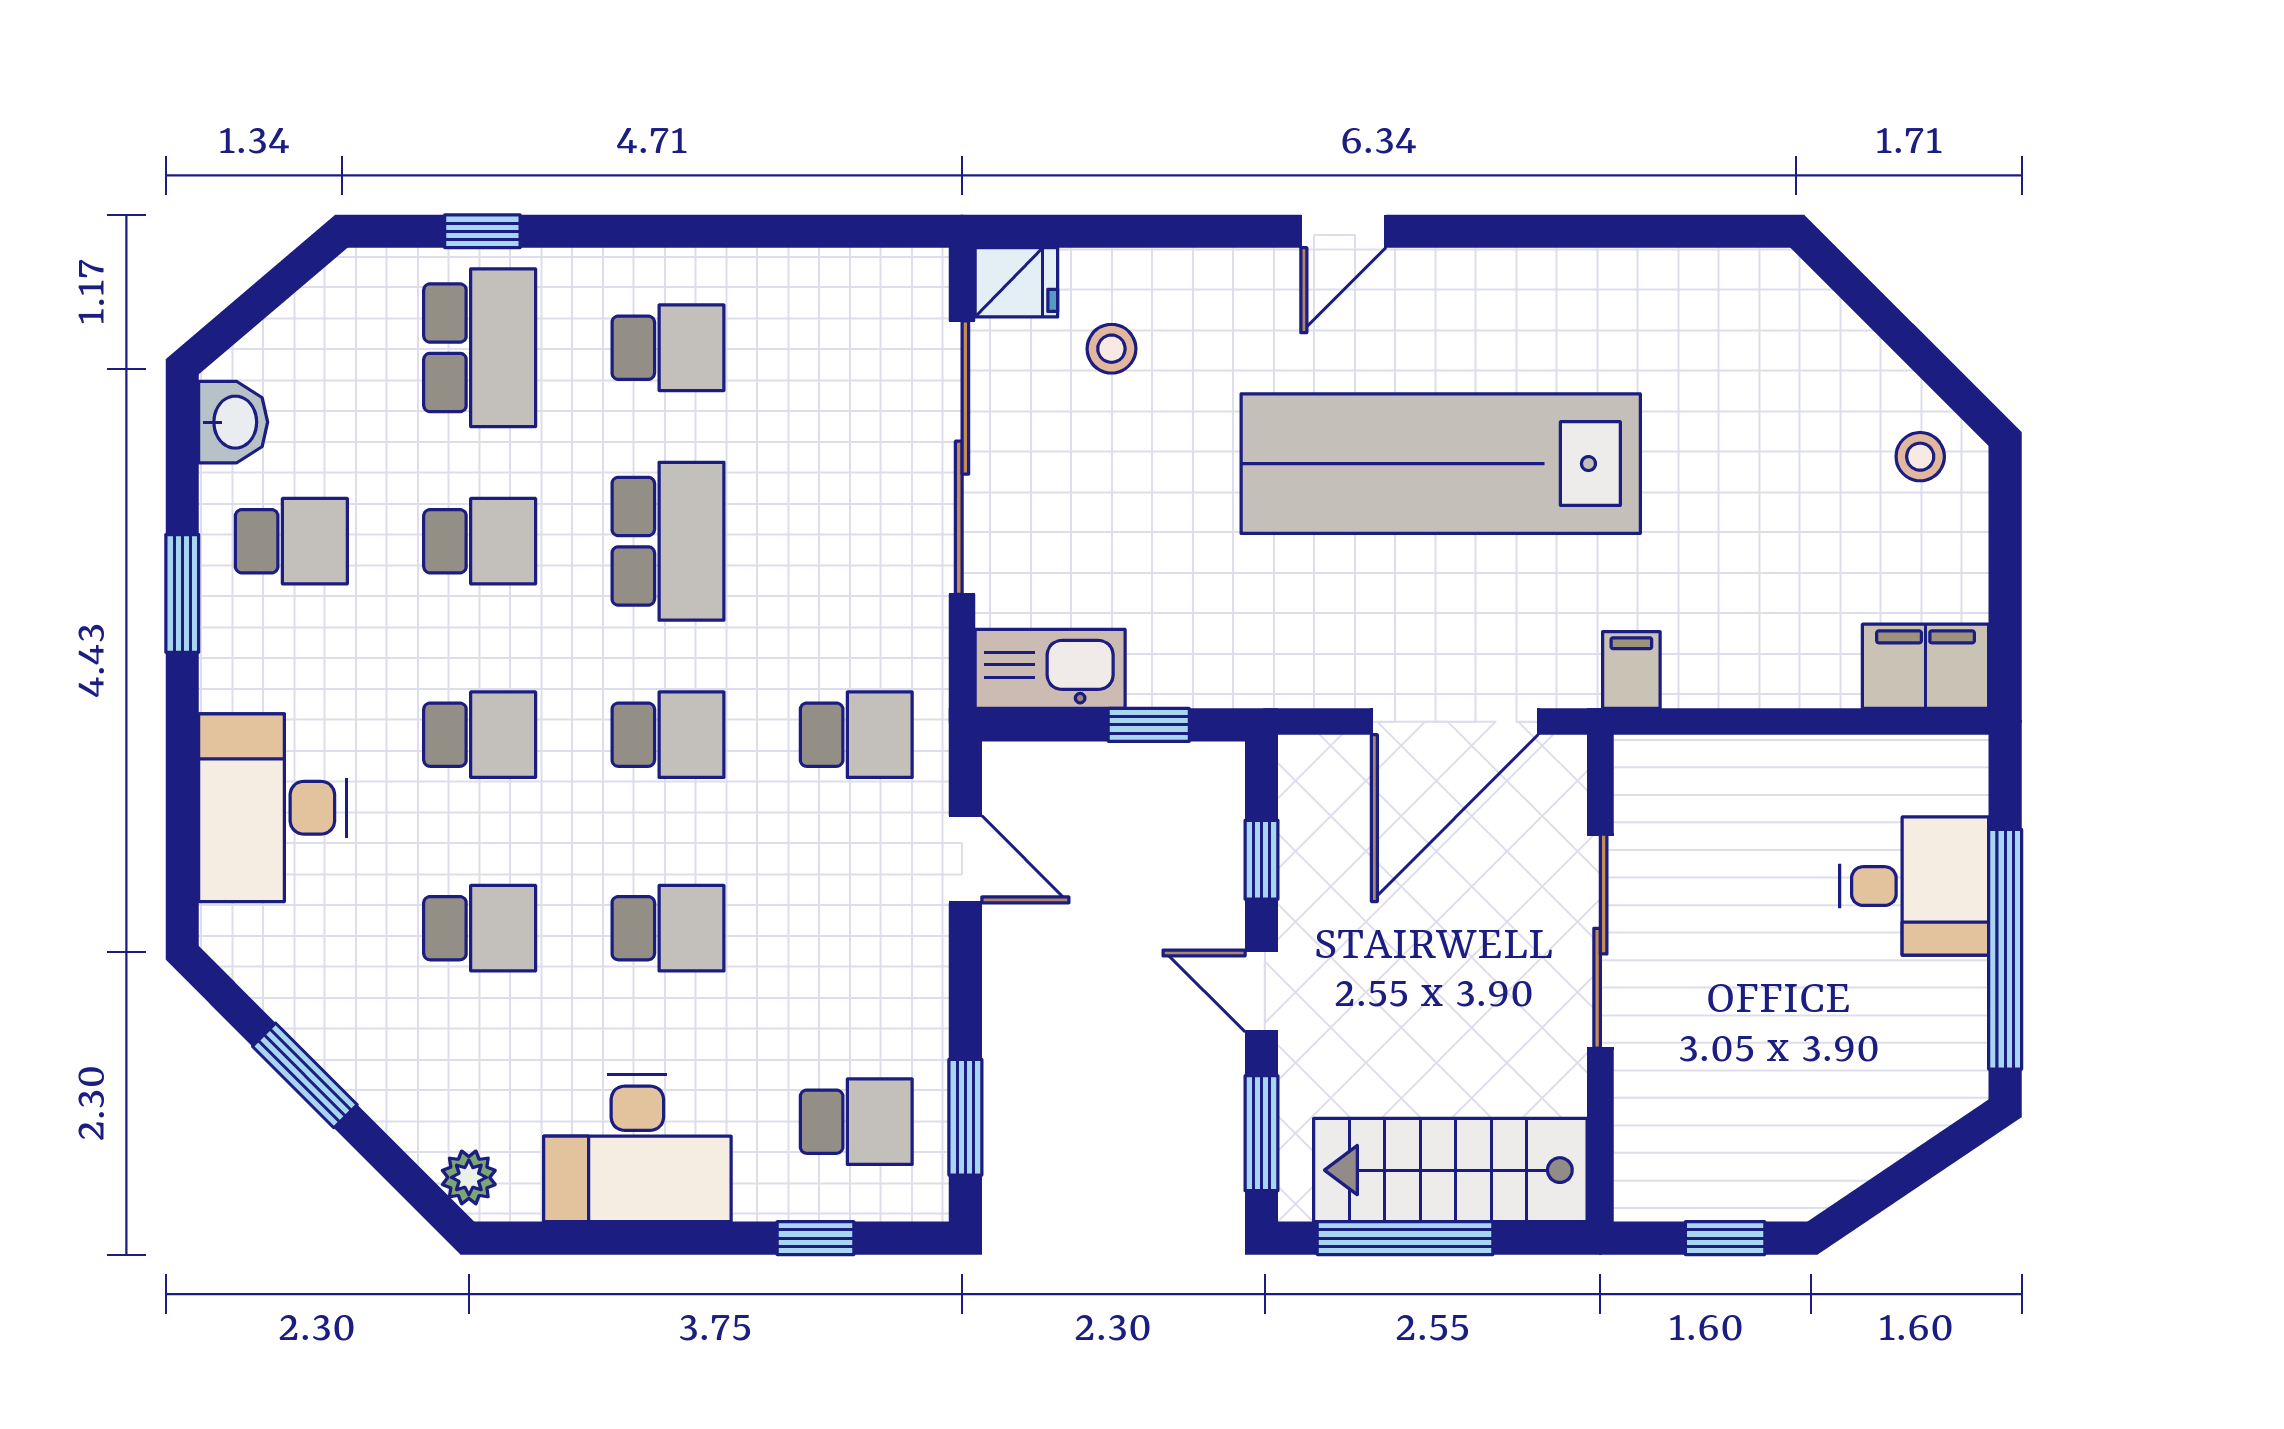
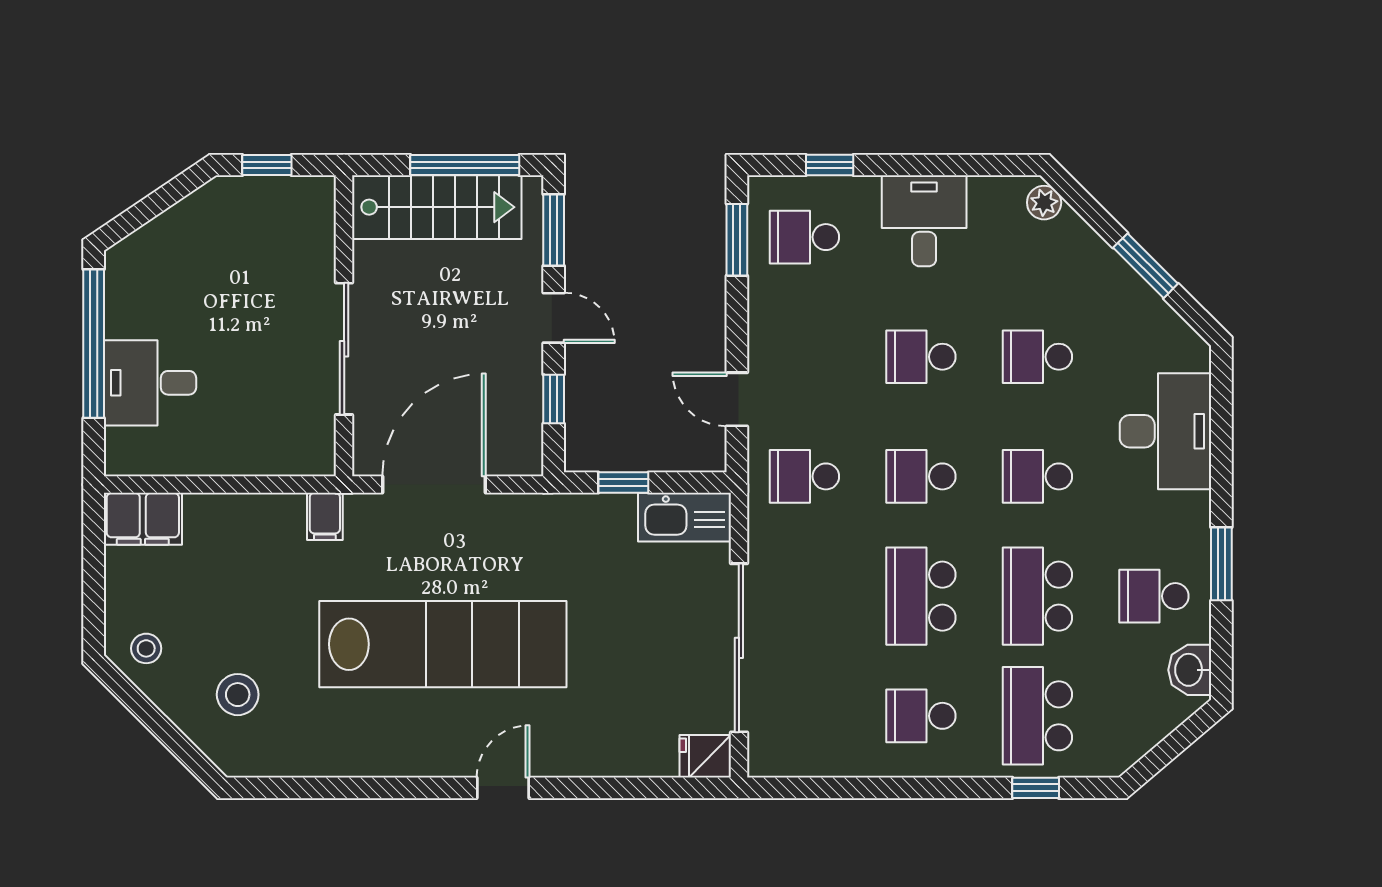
stool: (1111, 349) -> (238, 695), moved, width x1.37, depth x1.37
school desk: (480, 541) -> (1037, 596), width x1.85
desk: (637, 1148) -> (924, 221), width x0.73

